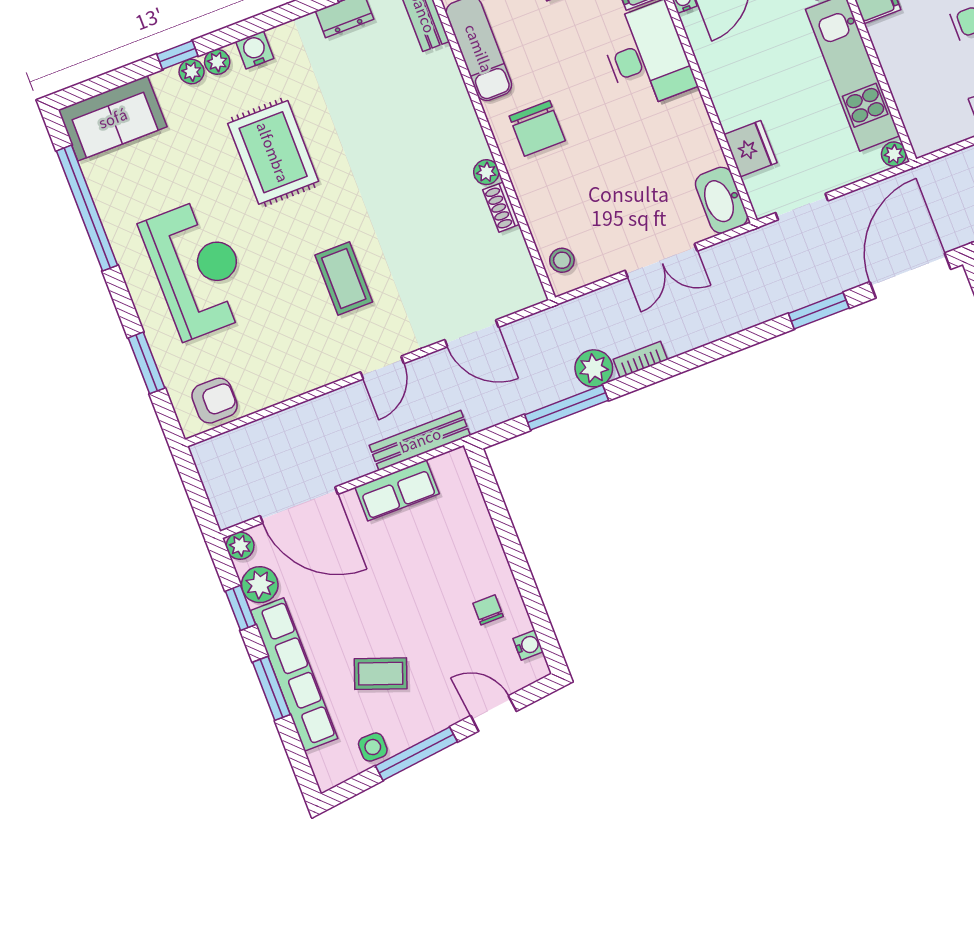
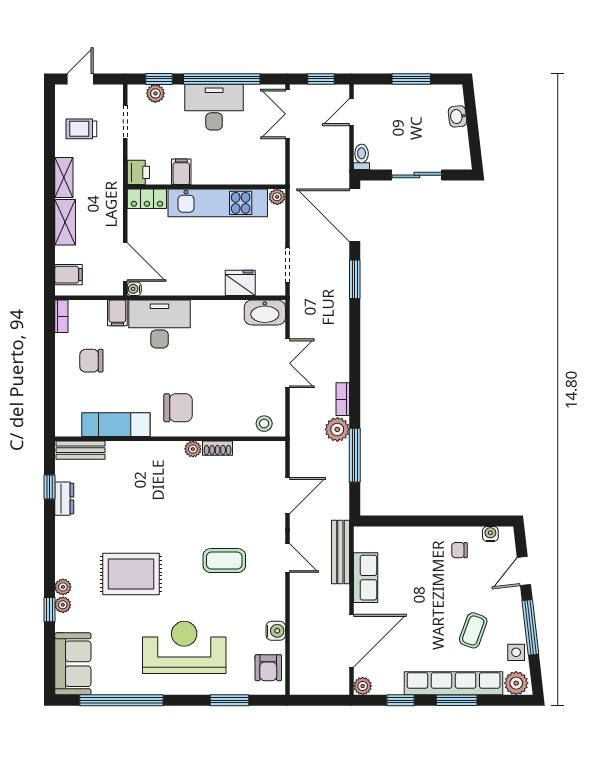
water cooler: (255, 50) -> (276, 631), moved, turned 180
armchair: (214, 401) -> (268, 668), turned 180
plant: (260, 585) -> (516, 683), moved

